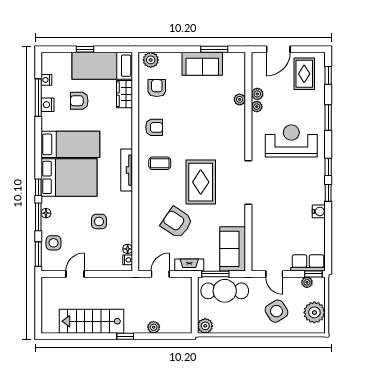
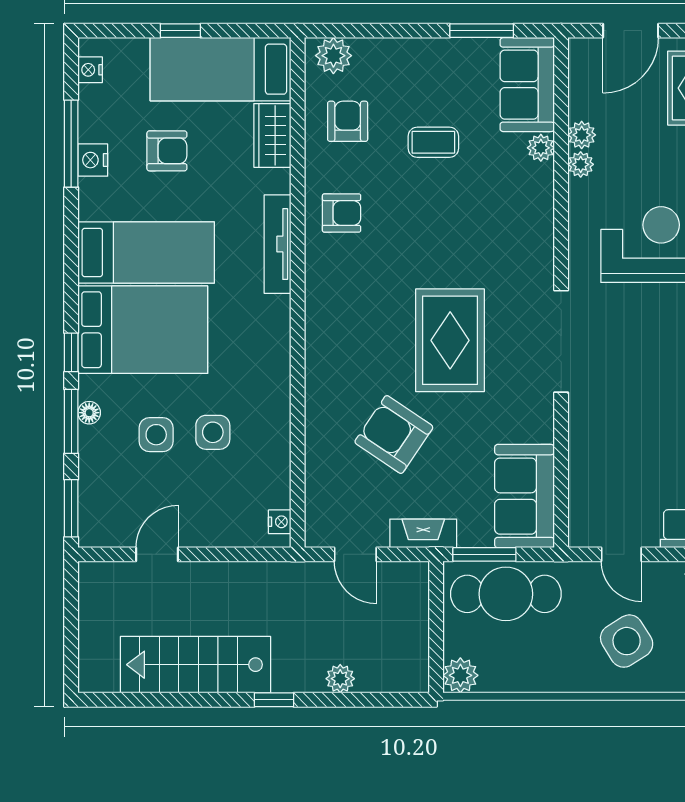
sofa: (202, 64) -> (527, 85), moved, turned 90
nightstand: (46, 80) -> (90, 70), moved
armchair: (79, 101) -> (167, 151), turned 180
coffee table: (160, 163) -> (433, 142), moved
tv unit: (127, 170) -> (277, 244), moved
side table: (53, 243) -> (156, 435), moved
floor lamp: (128, 249) -> (280, 496), removed
door: (160, 274) -> (355, 554), swing flipped

